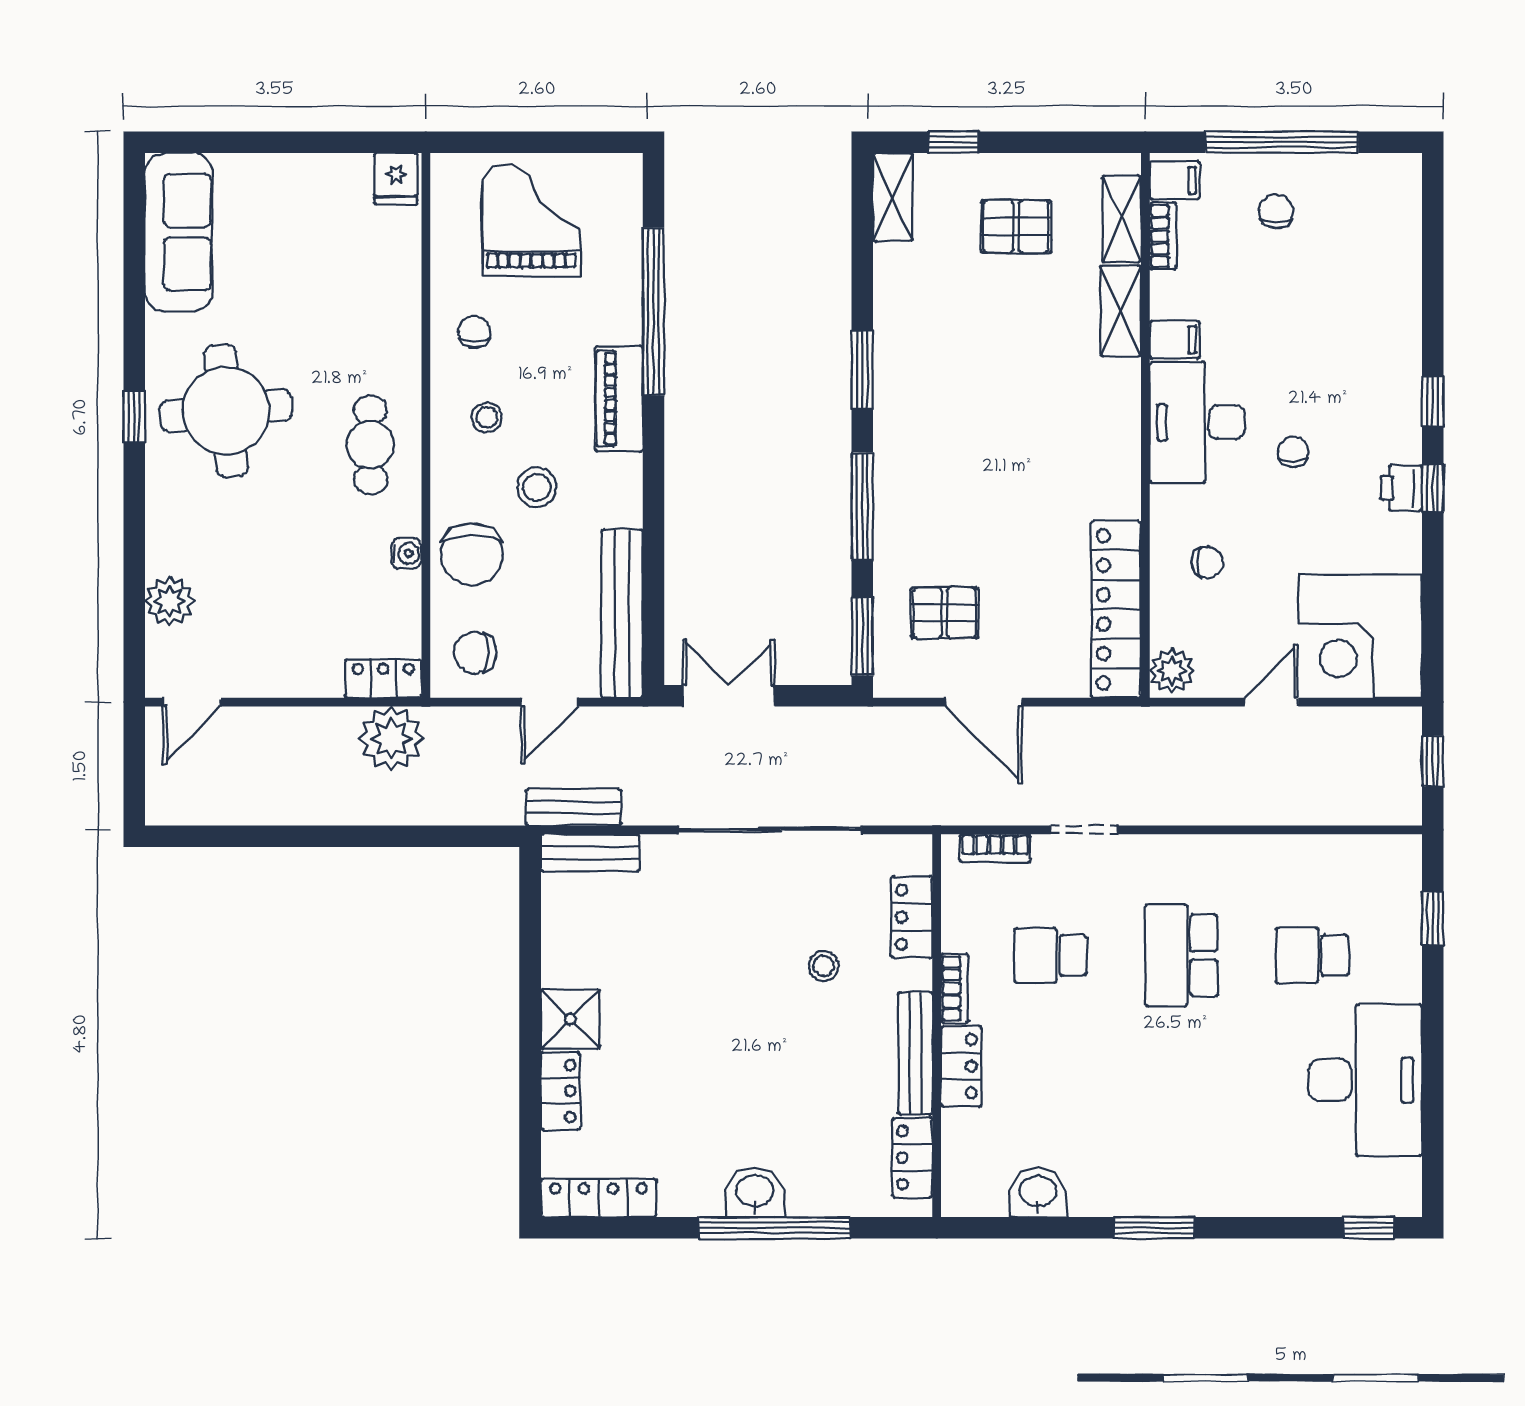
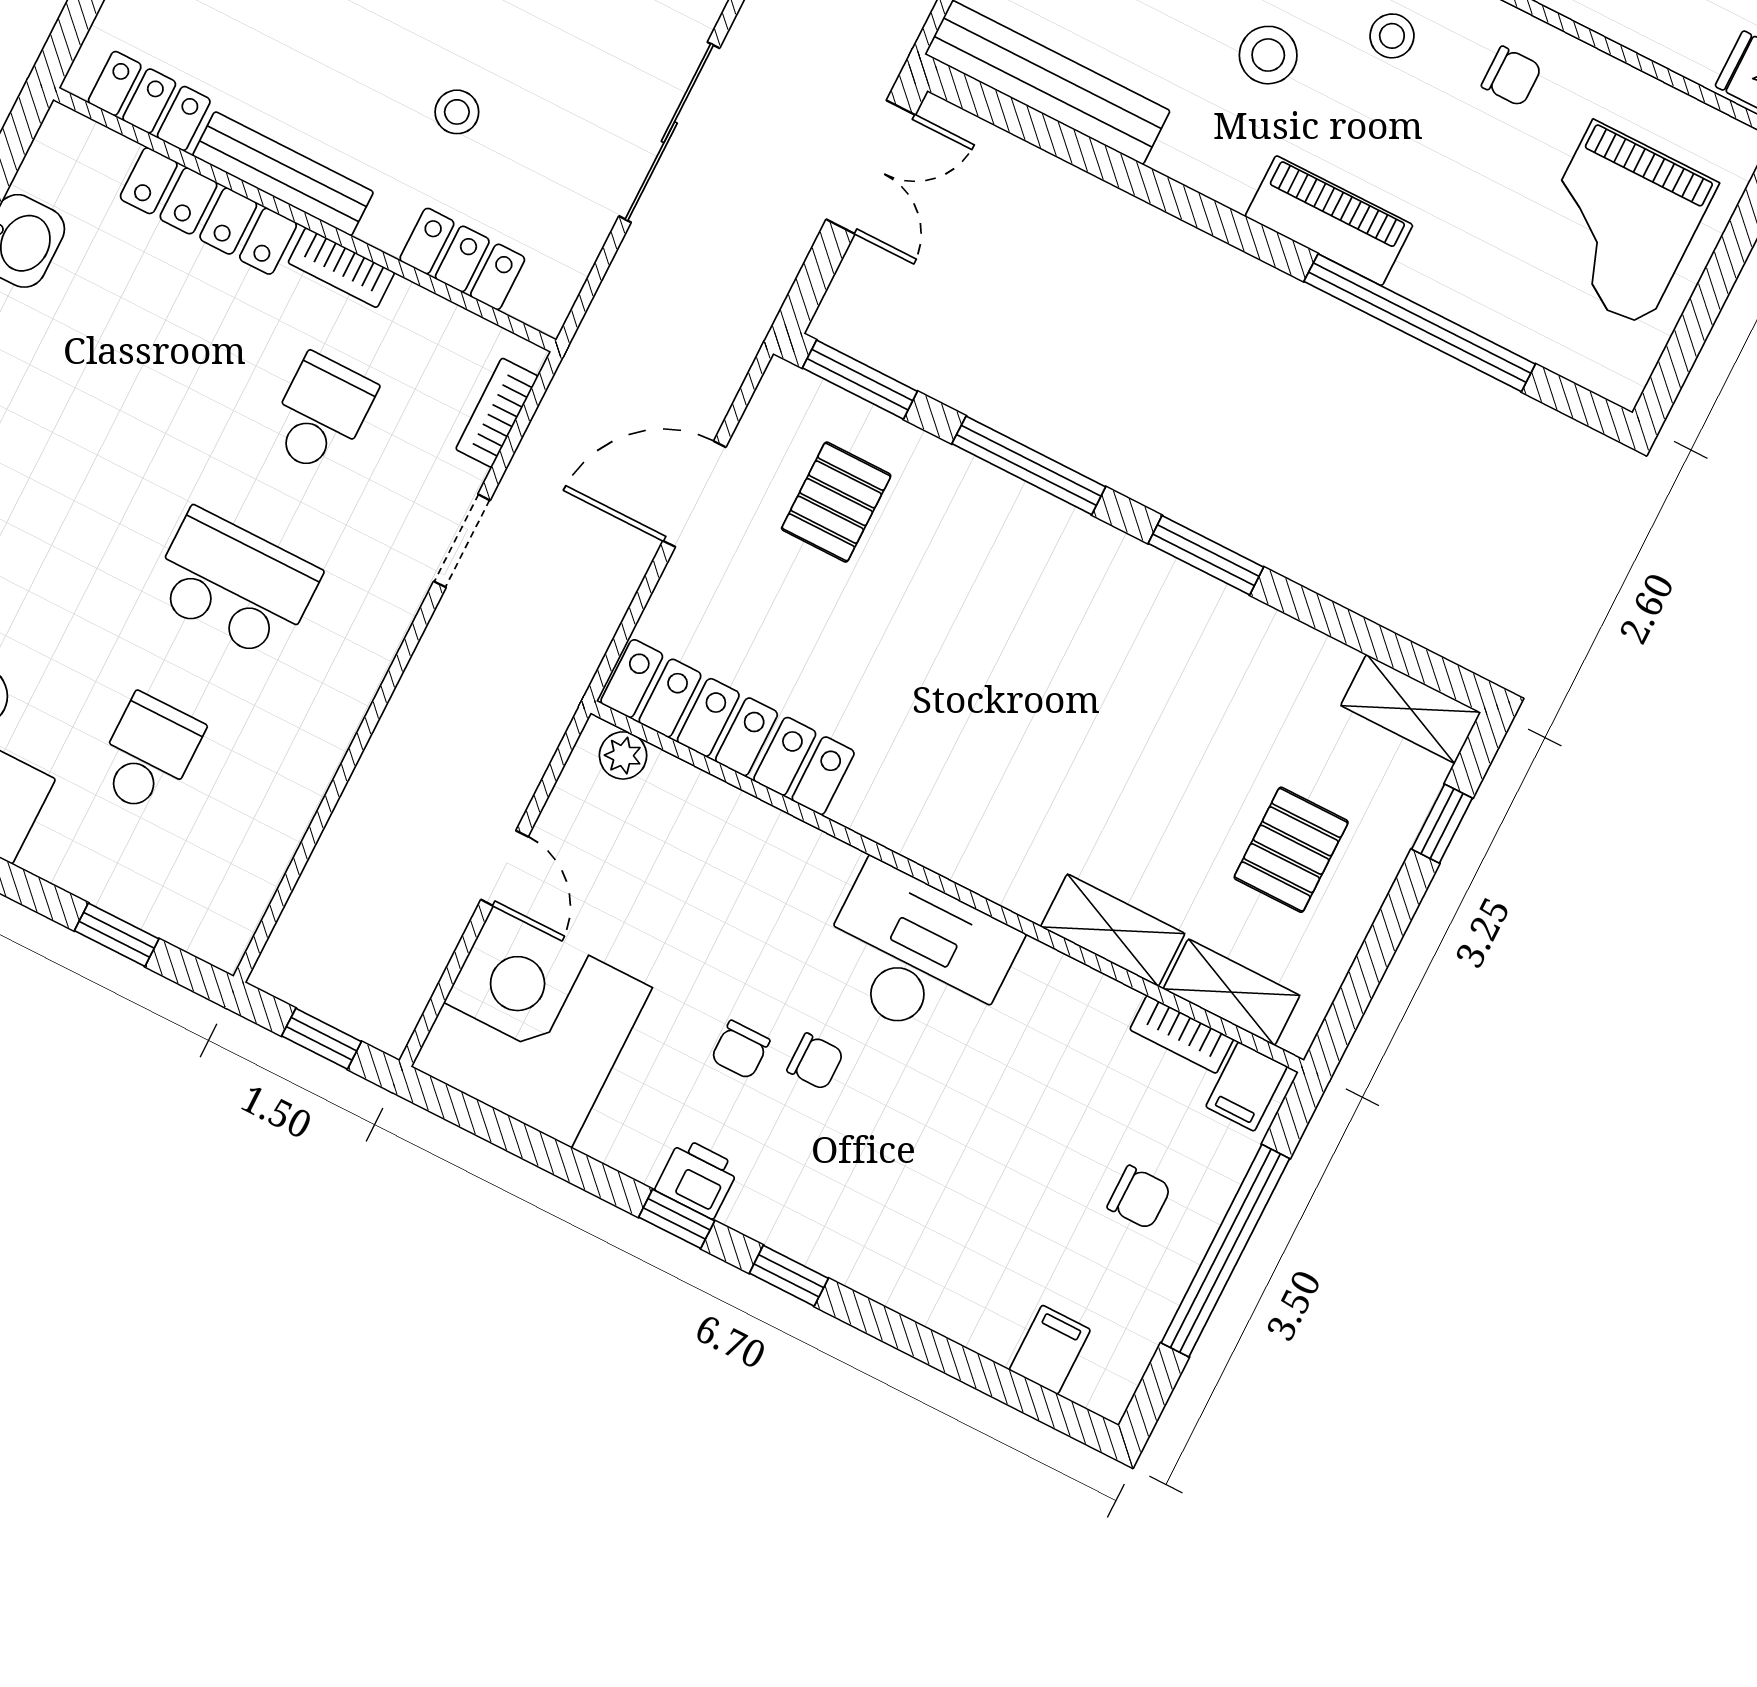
grand piano: (531, 220) -> (1619, 224), turned 90
filing cabinet: (1175, 340) -> (1050, 1350), moved, turned 180
chair: (1207, 562) -> (740, 1050), moved
plant: (1172, 671) -> (623, 755), width x0.73, depth x0.73
sliding door: (770, 830) -> (669, 132), width x0.73
locker: (961, 1066) -> (208, 211), width x1.53

